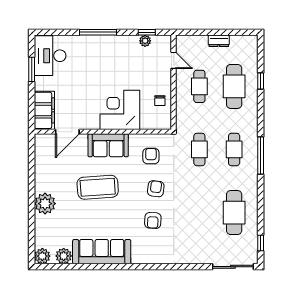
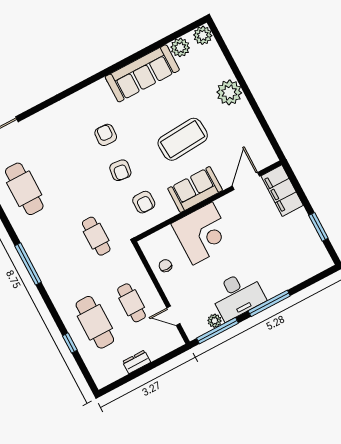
window: (147, 32) -> (218, 331), width x2.17
desk: (50, 56) -> (237, 295), moved, turned 90
cafe table: (234, 149) -> (60, 256), removed

